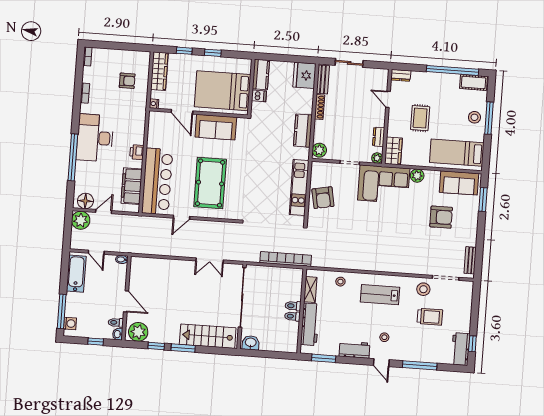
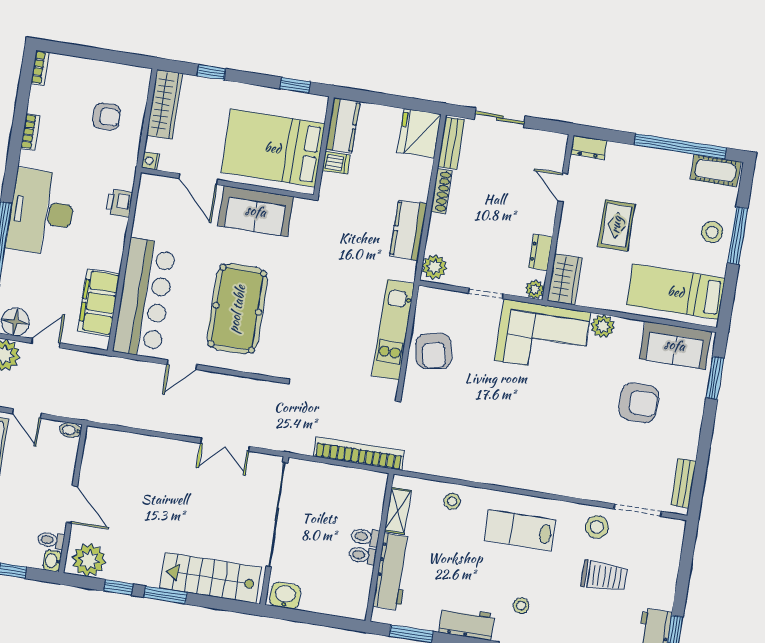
window: (213, 53) -> (295, 85), moved
printer: (137, 152) -> (119, 203), moved

